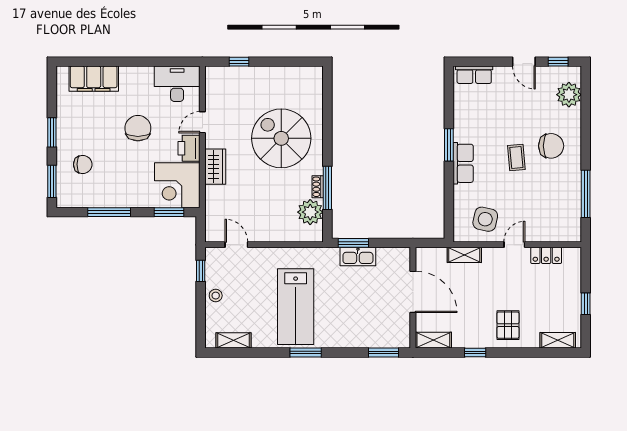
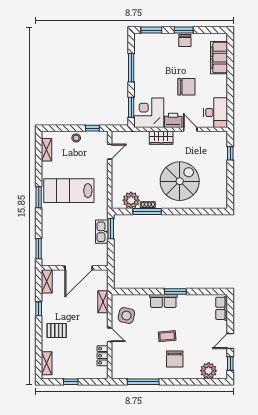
chair: (83, 164) -> (185, 41), moved

